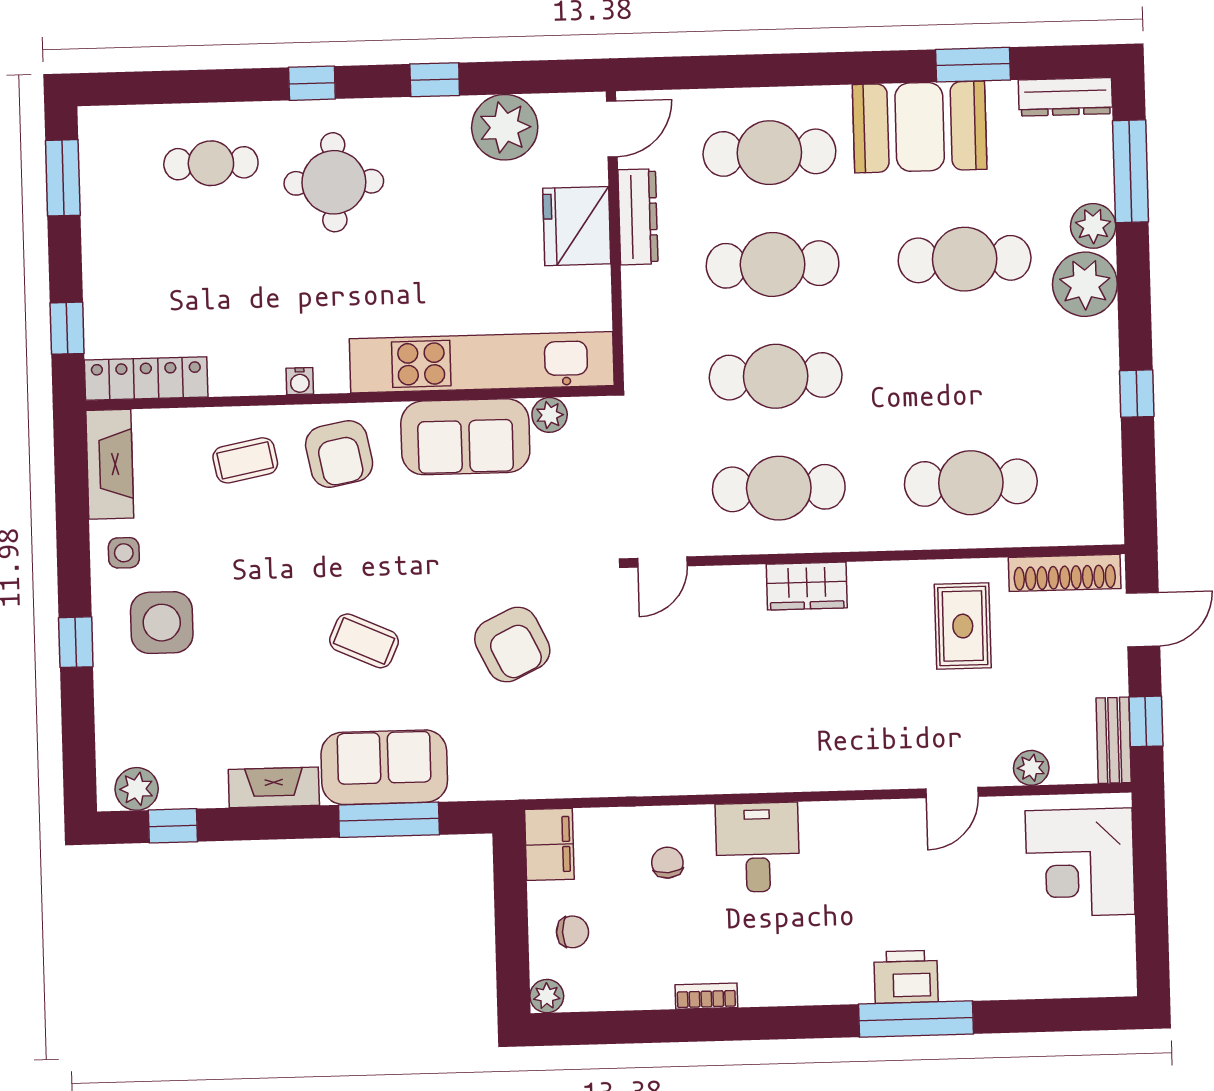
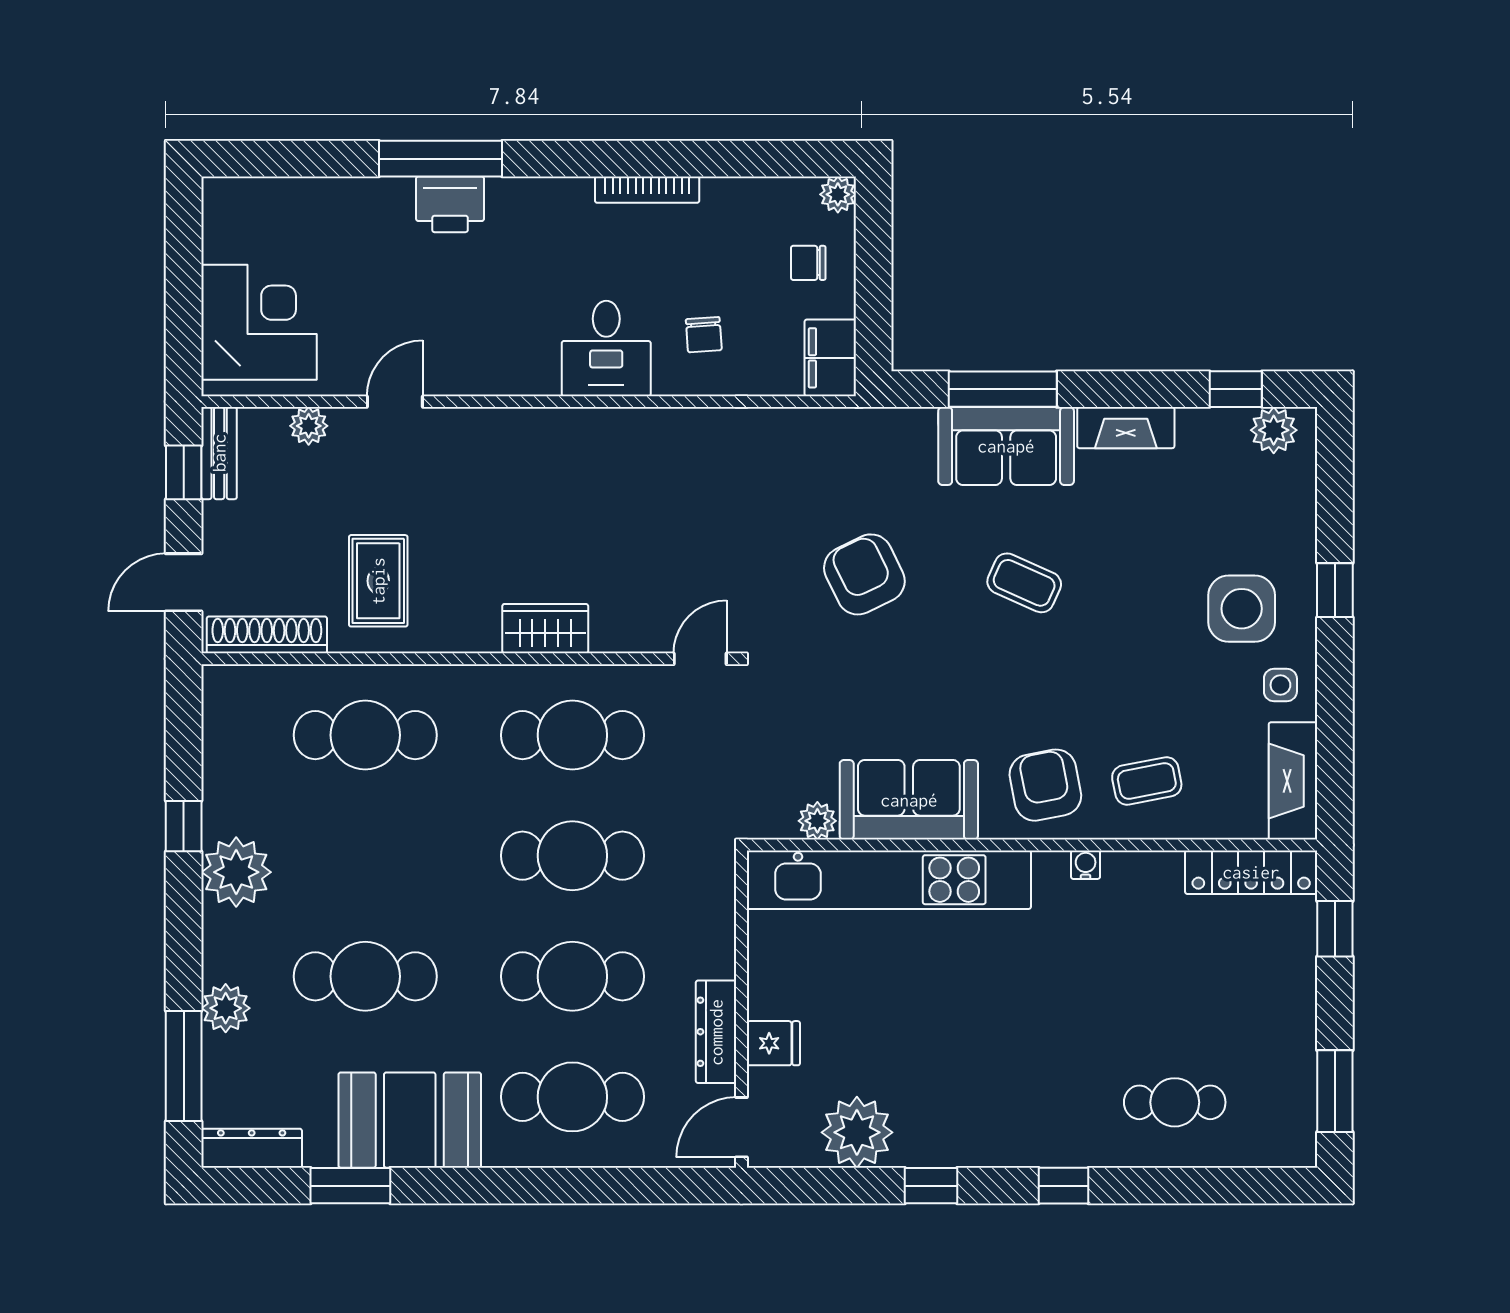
round table: (334, 182) -> (1043, 1078), removed
fridge: (577, 226) -> (773, 1043), width x0.53, depth x0.75
plant: (1085, 284) -> (236, 872), moved
bookcase: (706, 996) -> (647, 190), width x1.56

